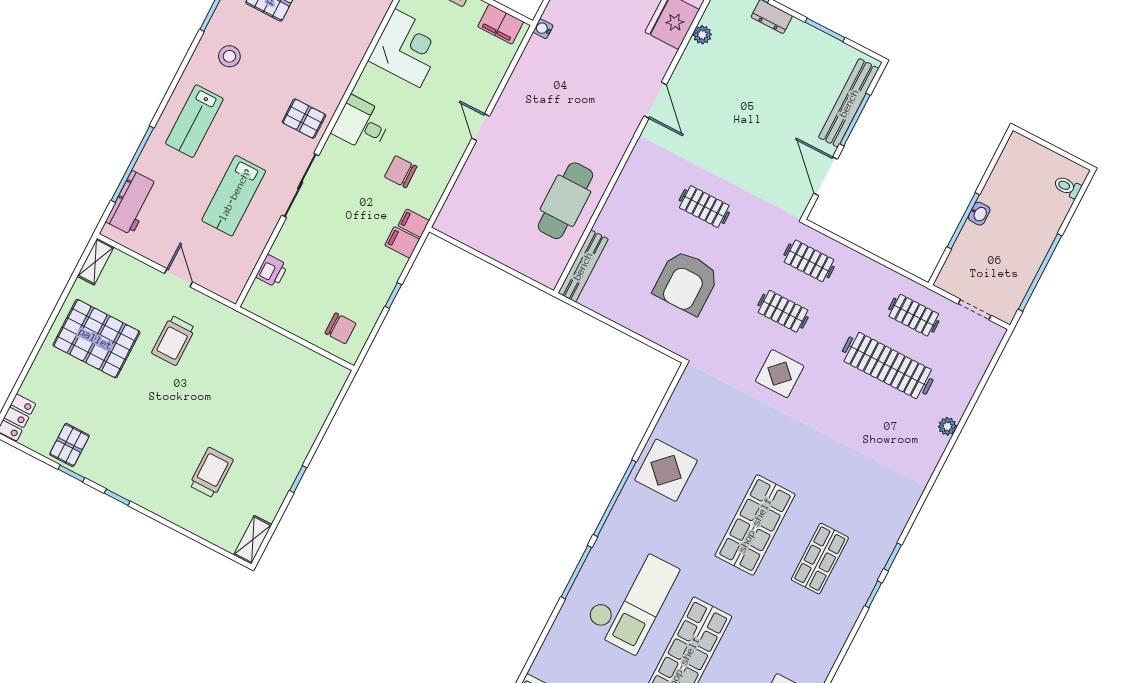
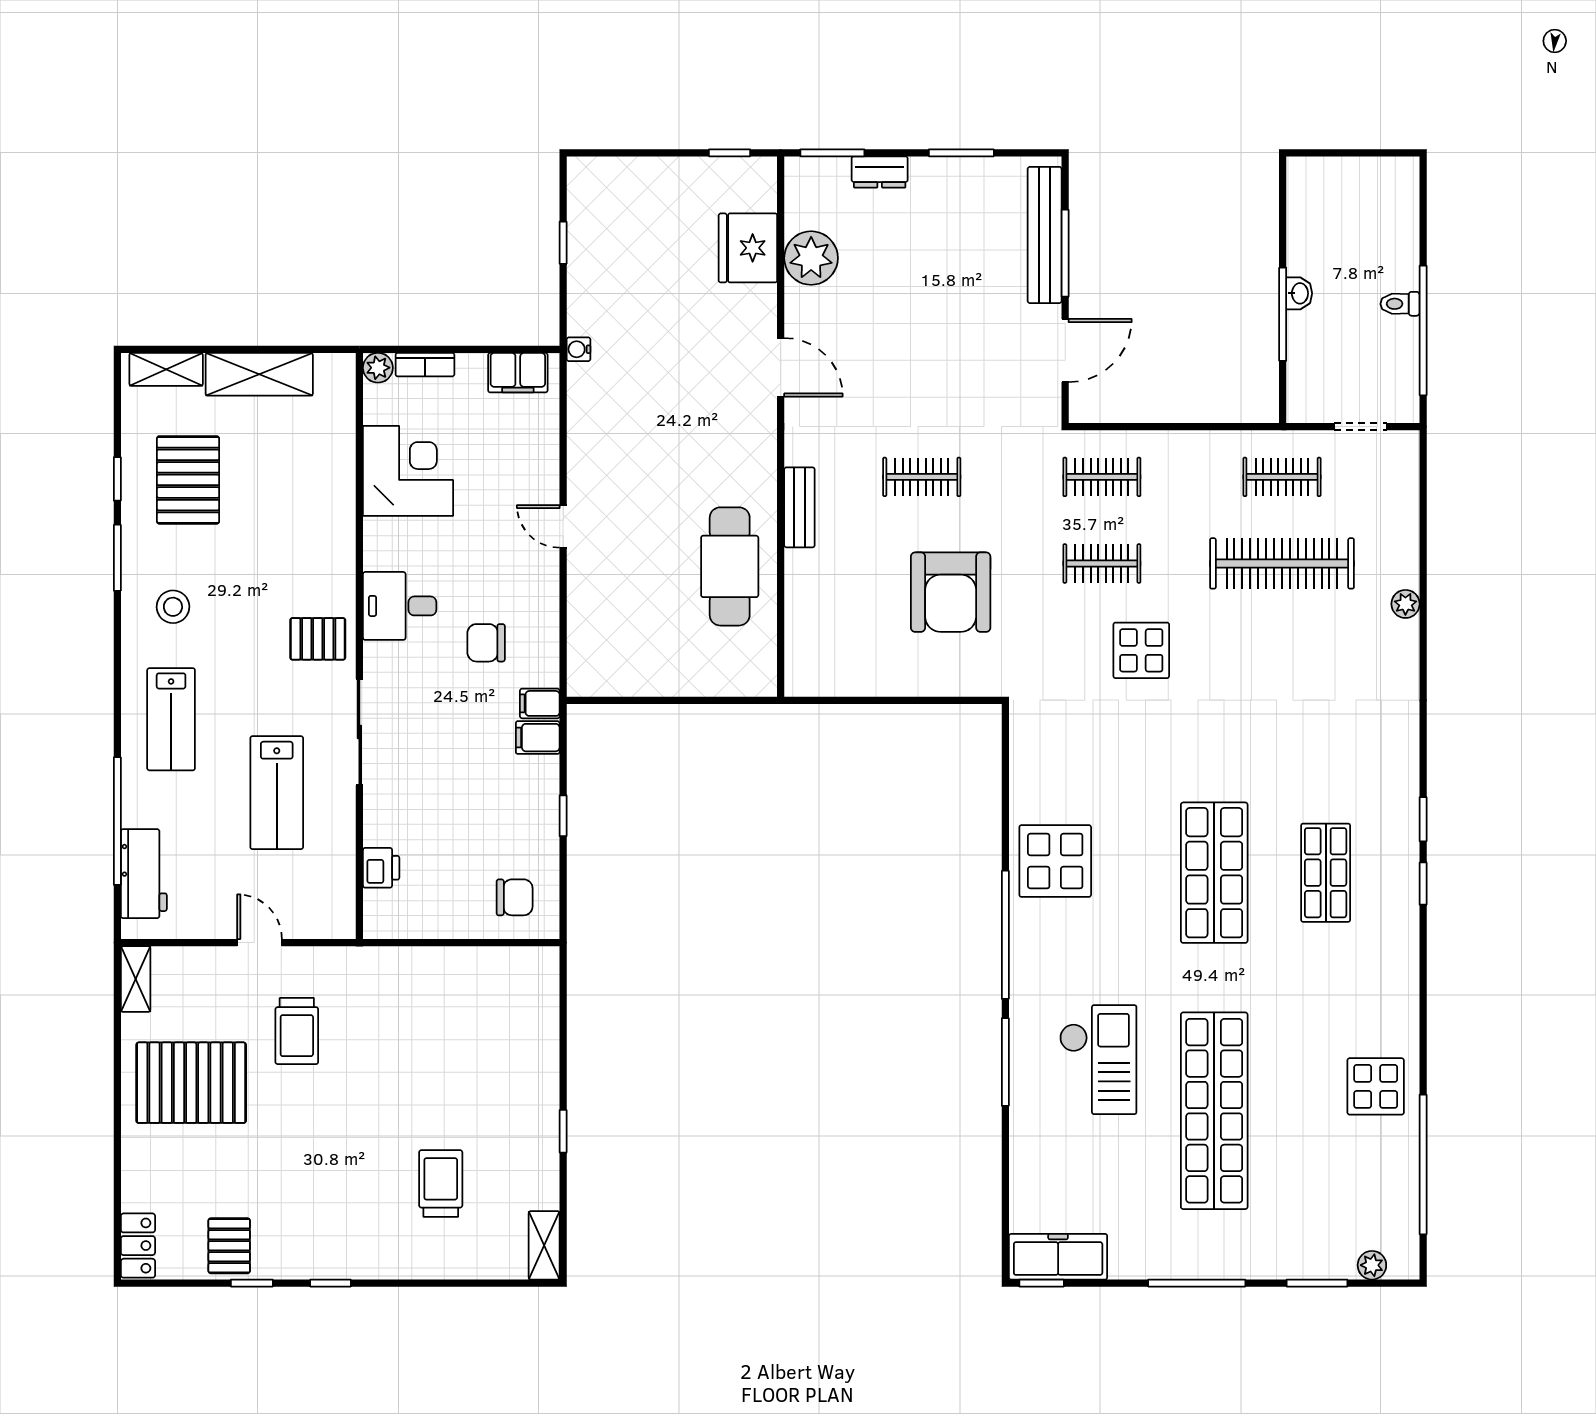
plant: (702, 35) -> (811, 258), width x1.88, depth x1.88
door: (826, 176) -> (1065, 351), swing flipped
toilet: (1067, 187) -> (1400, 304), moved
bench: (583, 266) -> (799, 507), moved, width x0.73
checkout: (631, 599) -> (1098, 1060), width x0.73, depth x0.83

